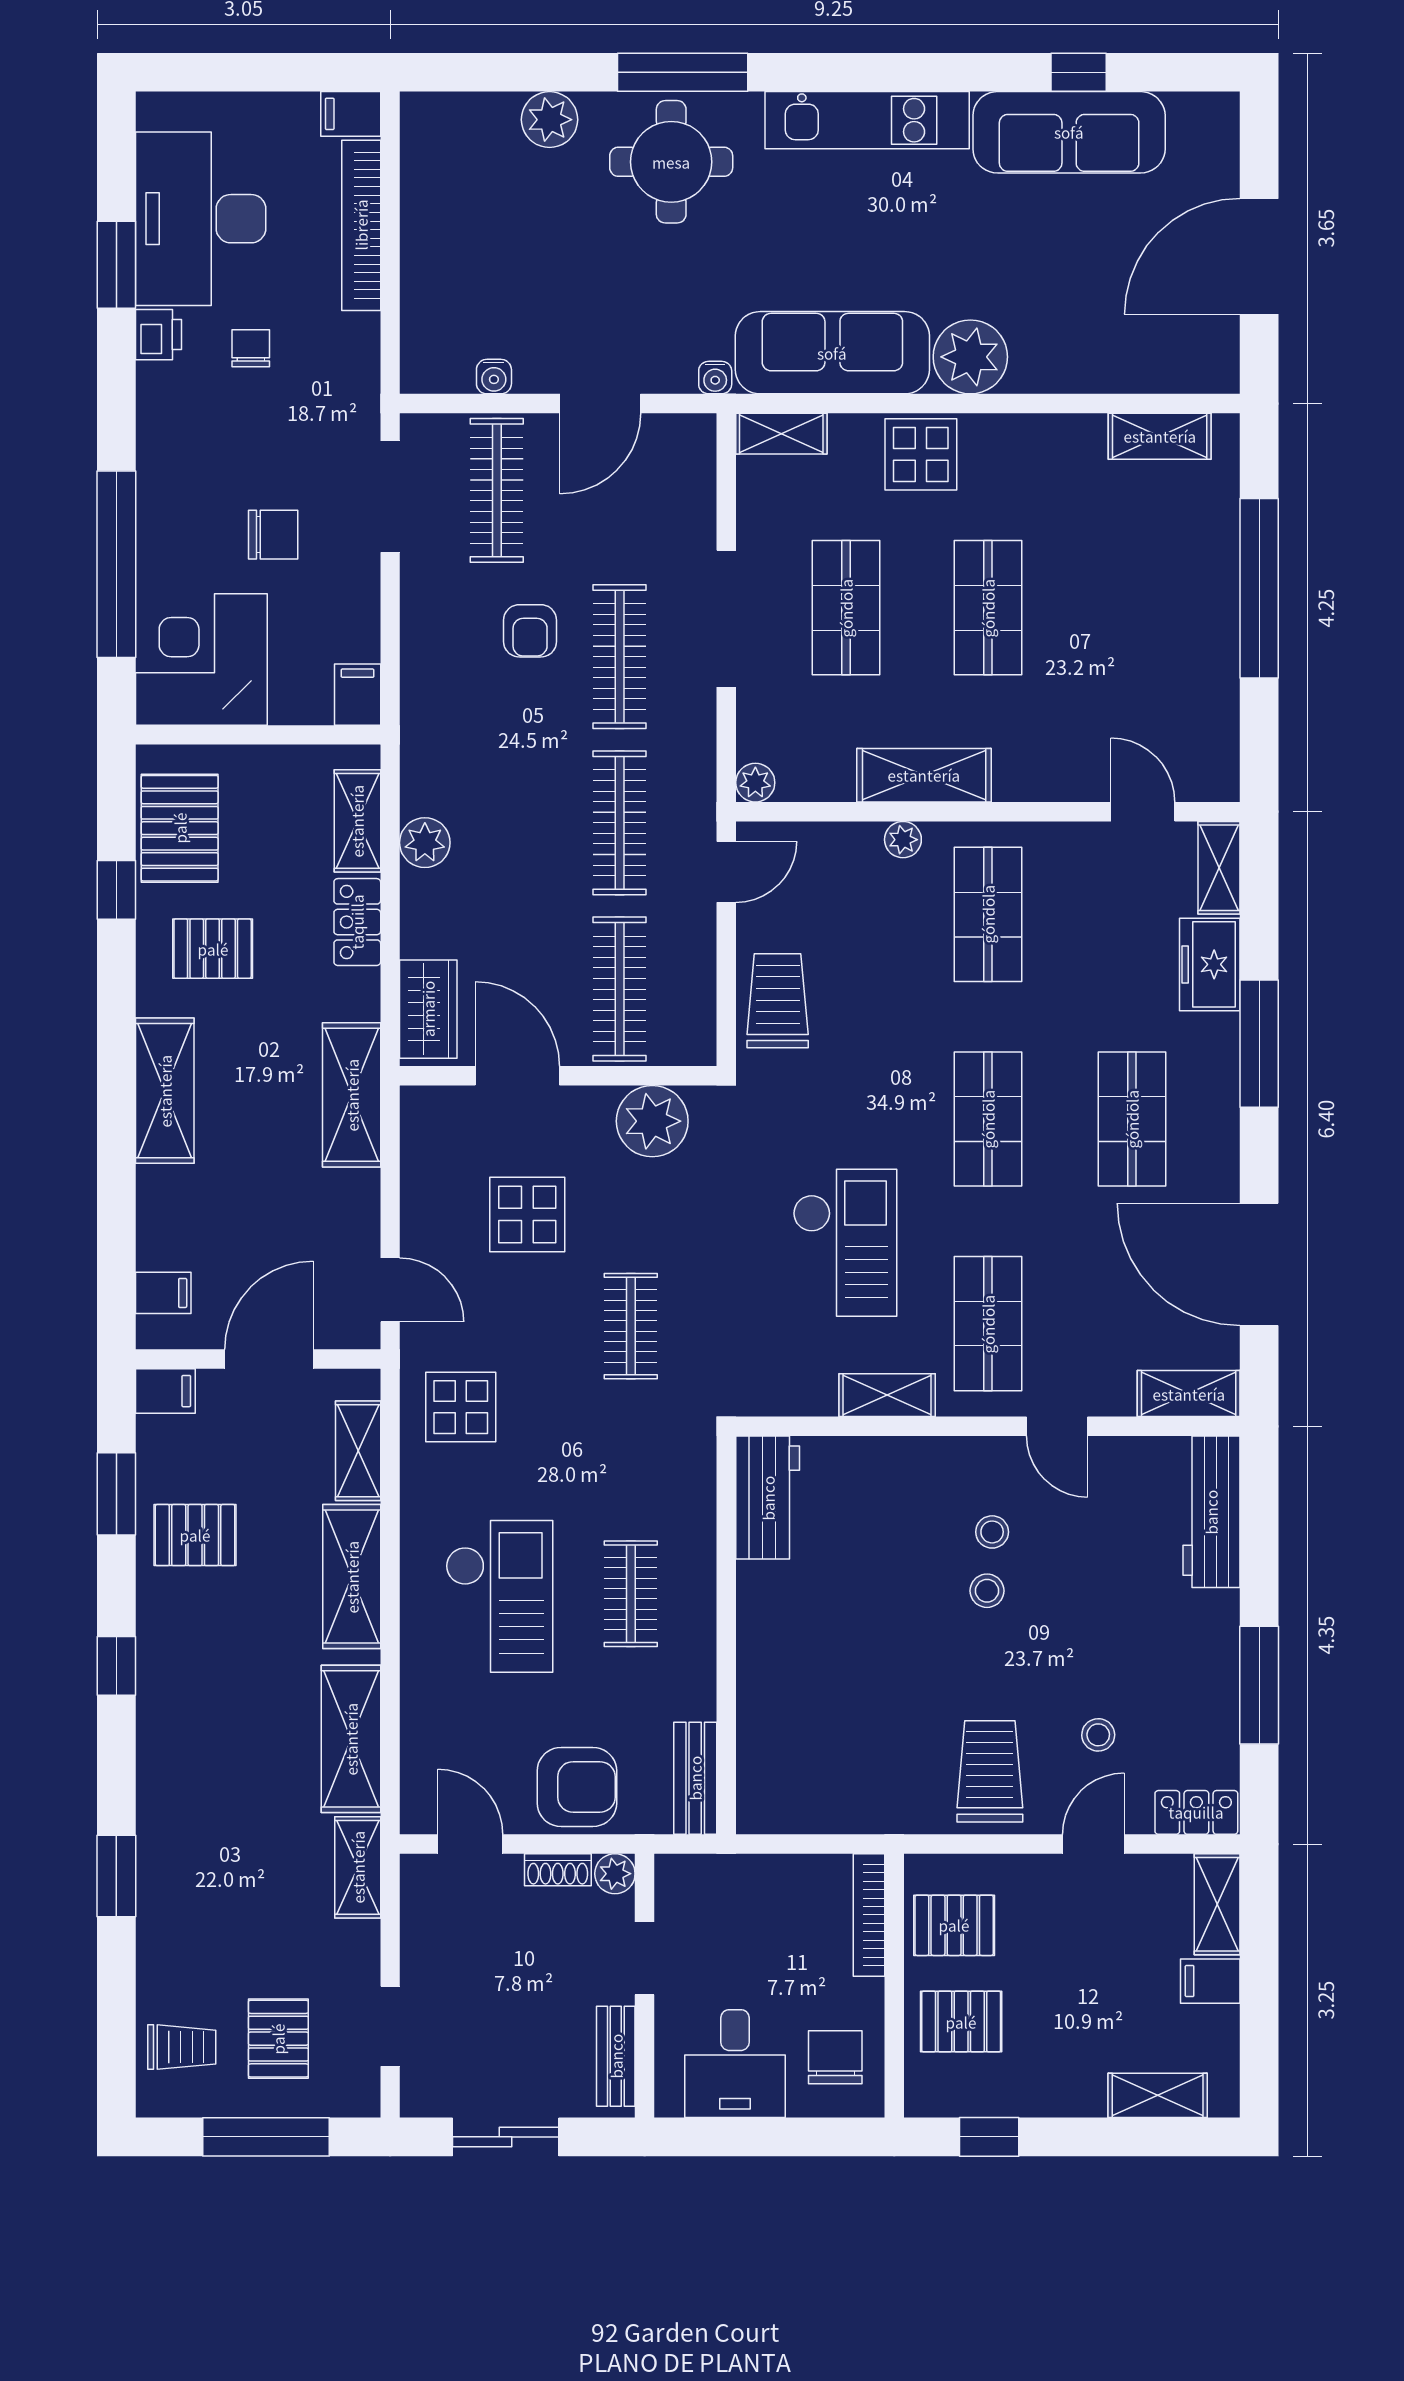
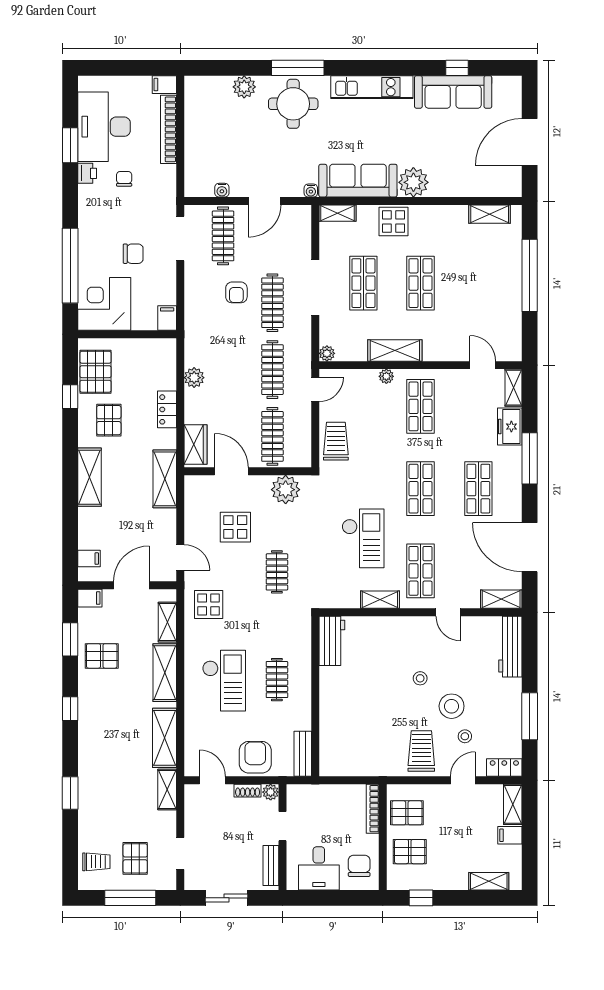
shelving: (357, 821) -> (167, 369), removed
pallet: (213, 949) -> (109, 420), turned 90
stool: (992, 1532) -> (452, 706), moved, width x1.89, depth x1.89
armchair: (577, 1787) -> (255, 757), turned -90

